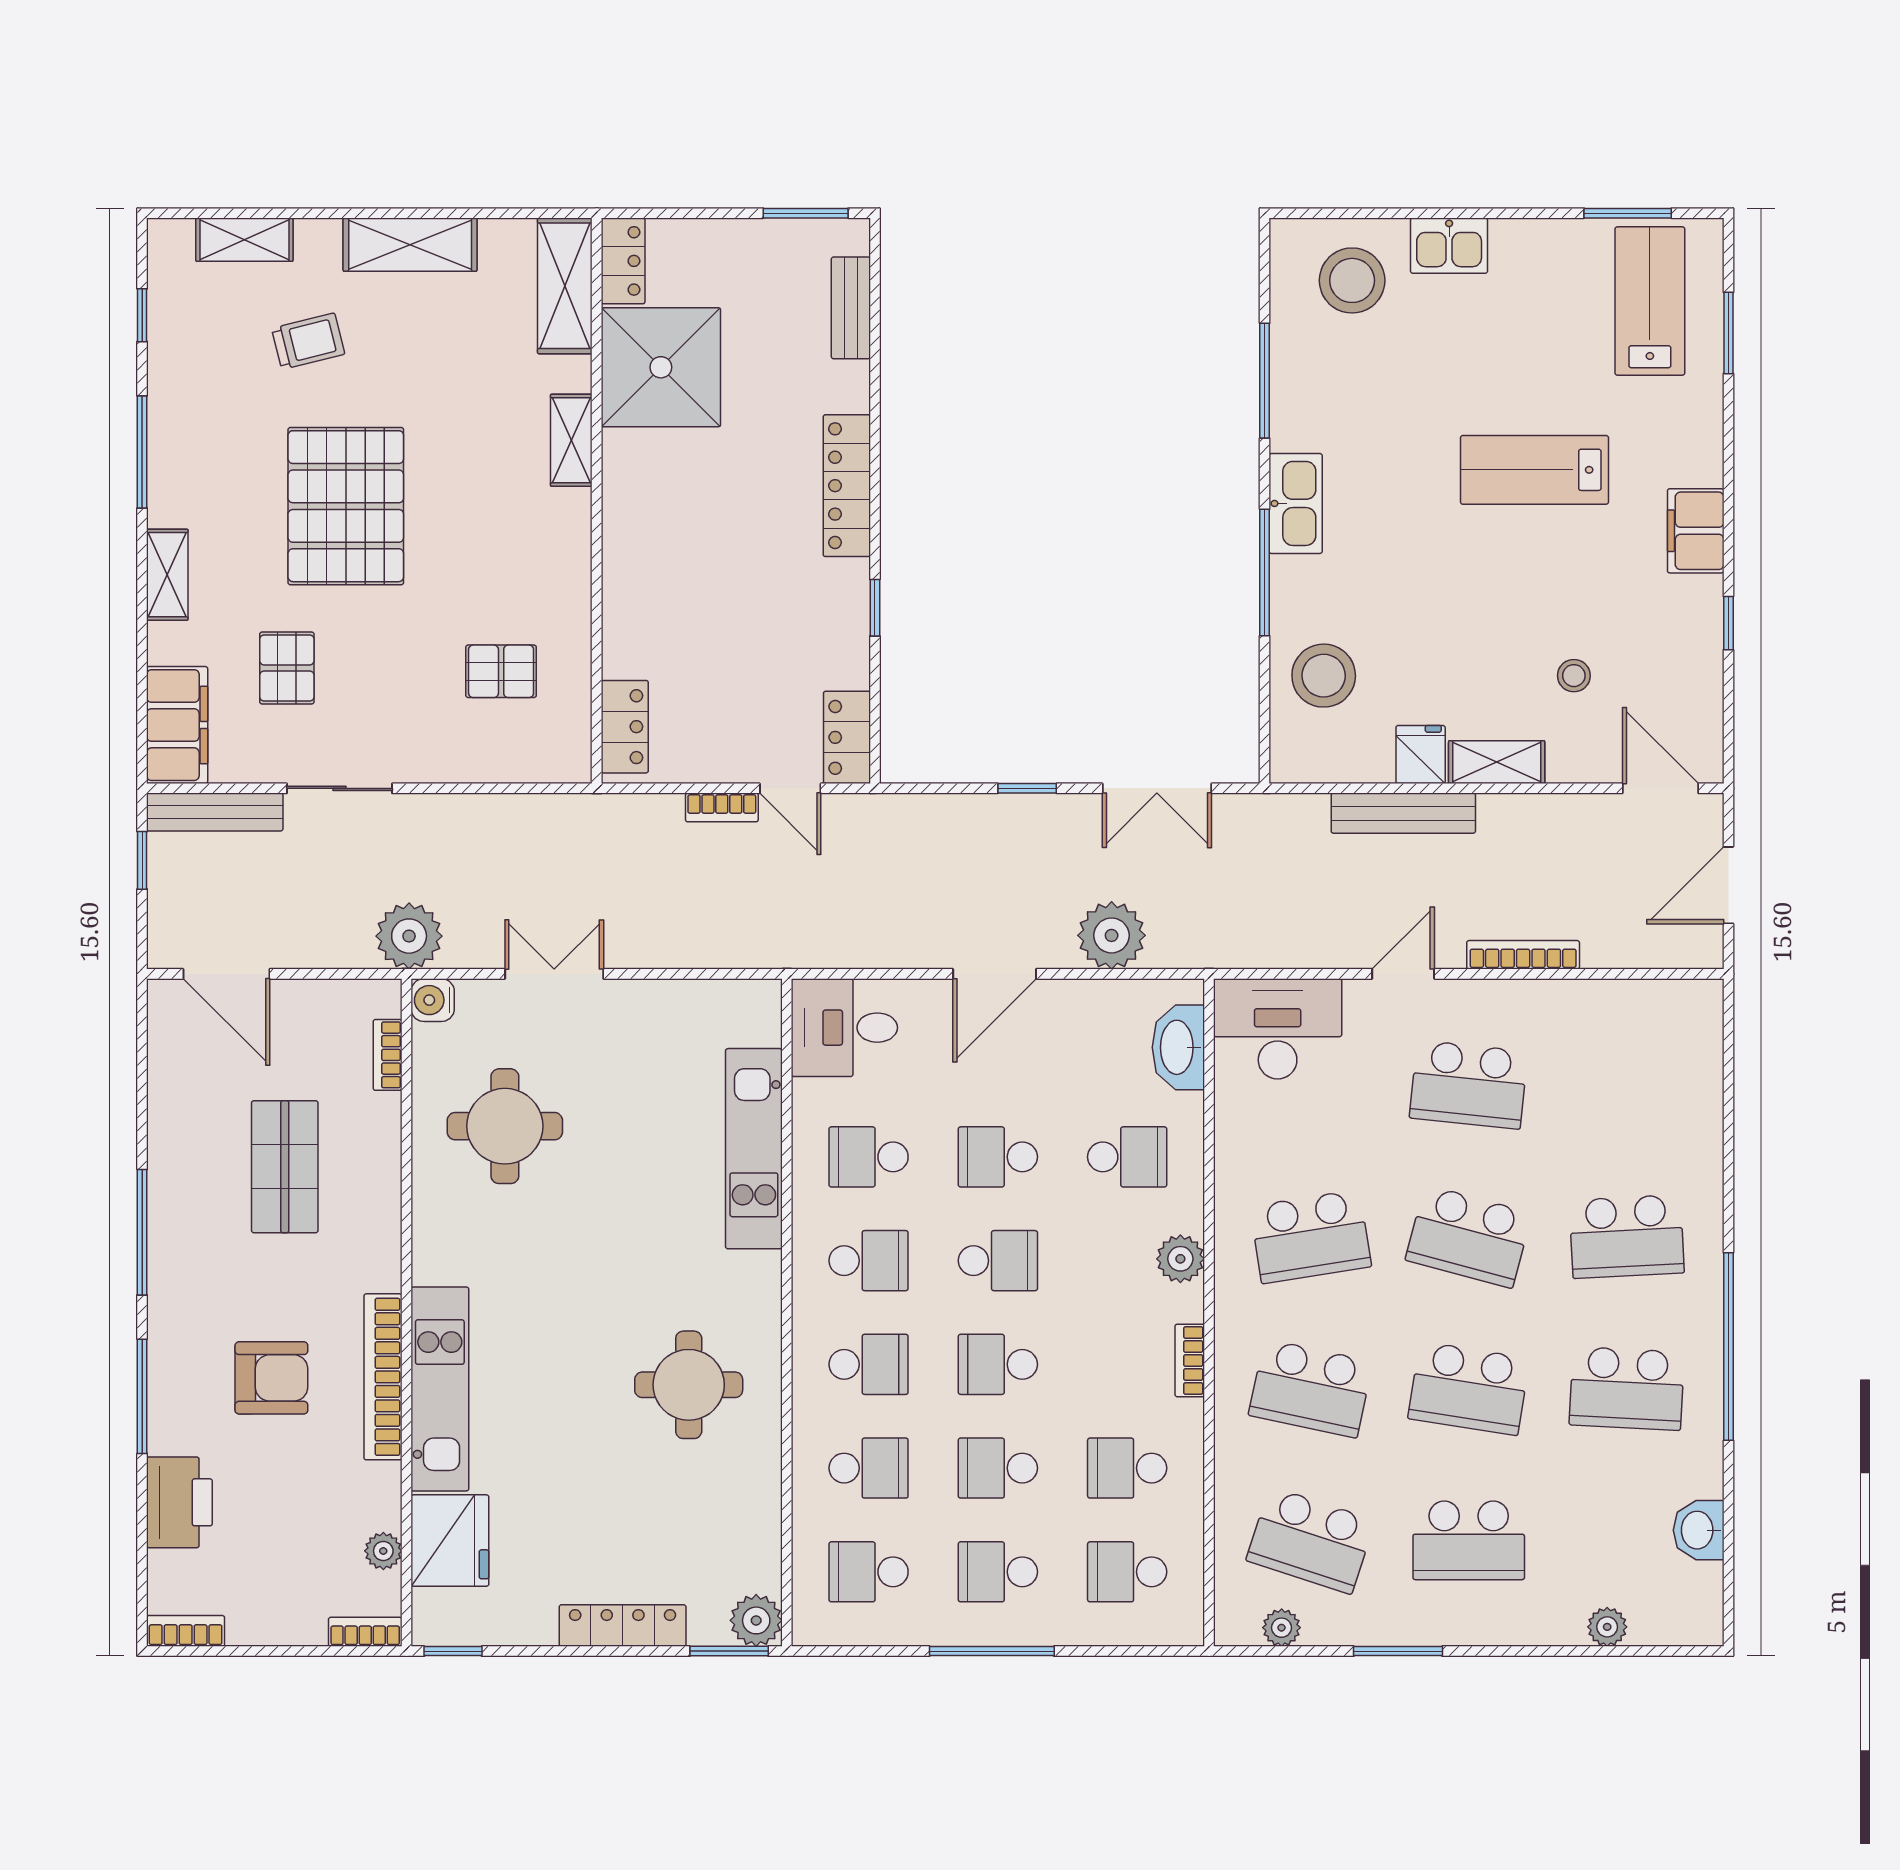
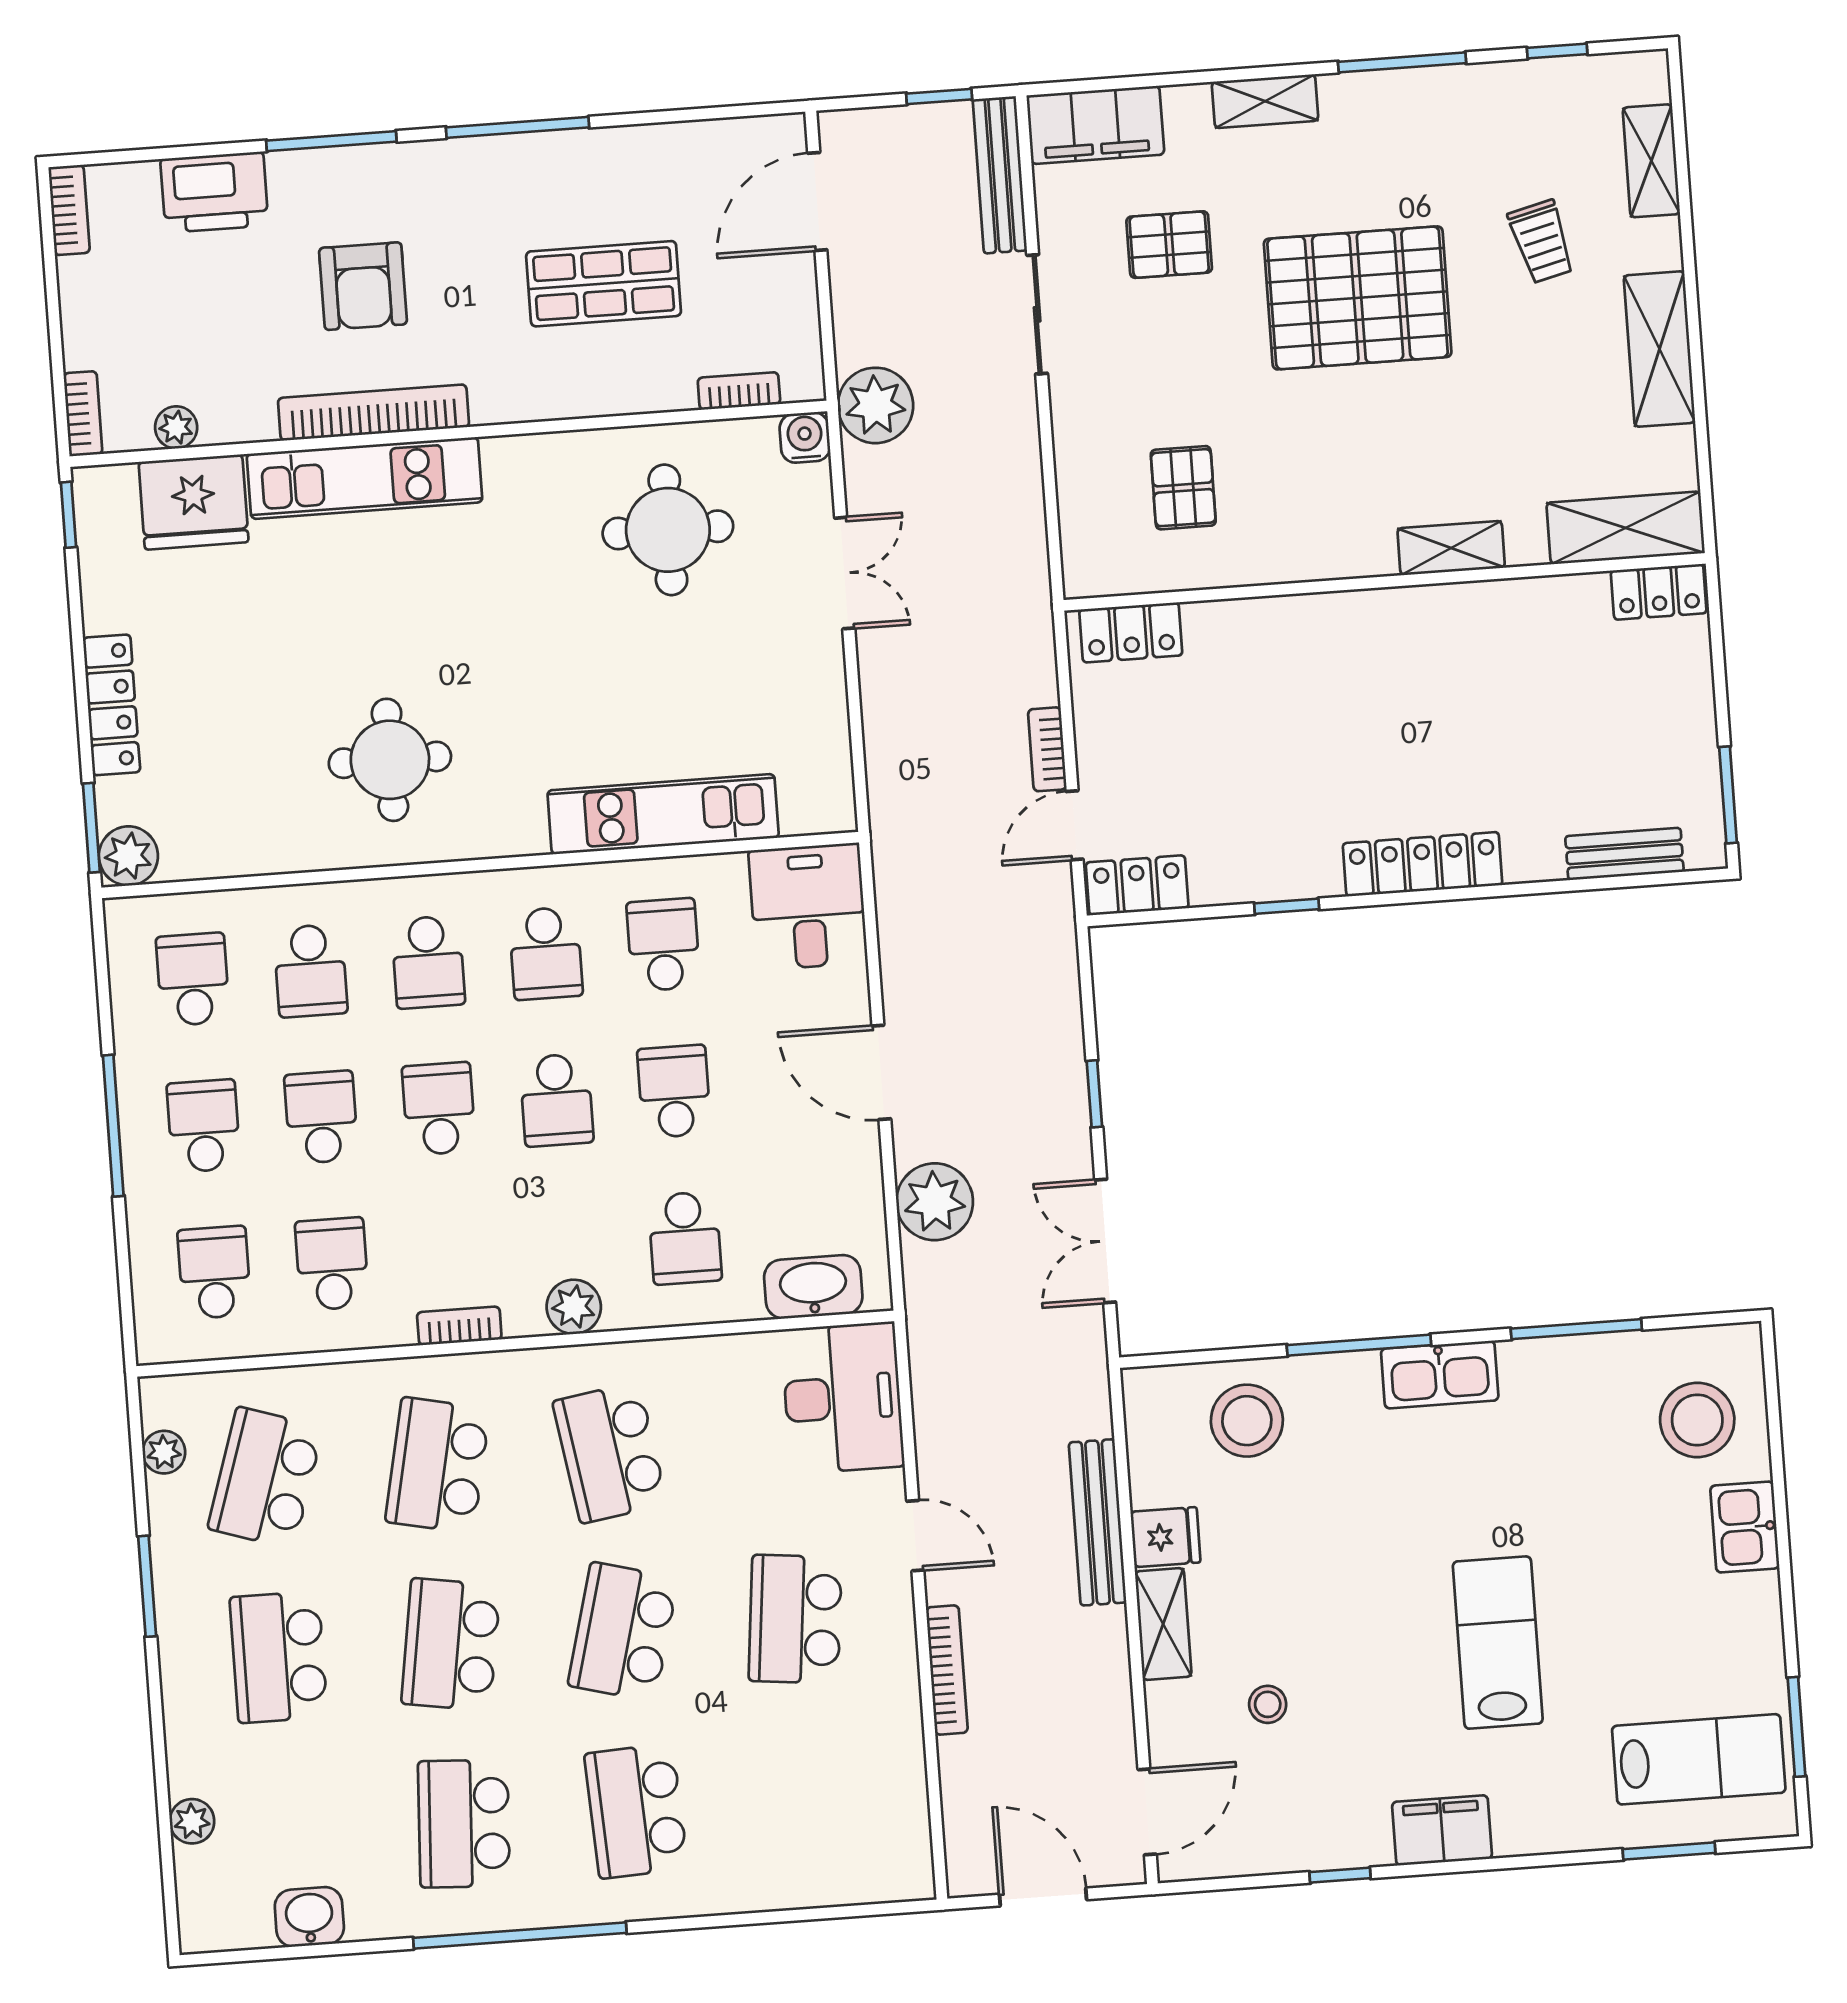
shower: (661, 367) -> (1541, 644), removed

